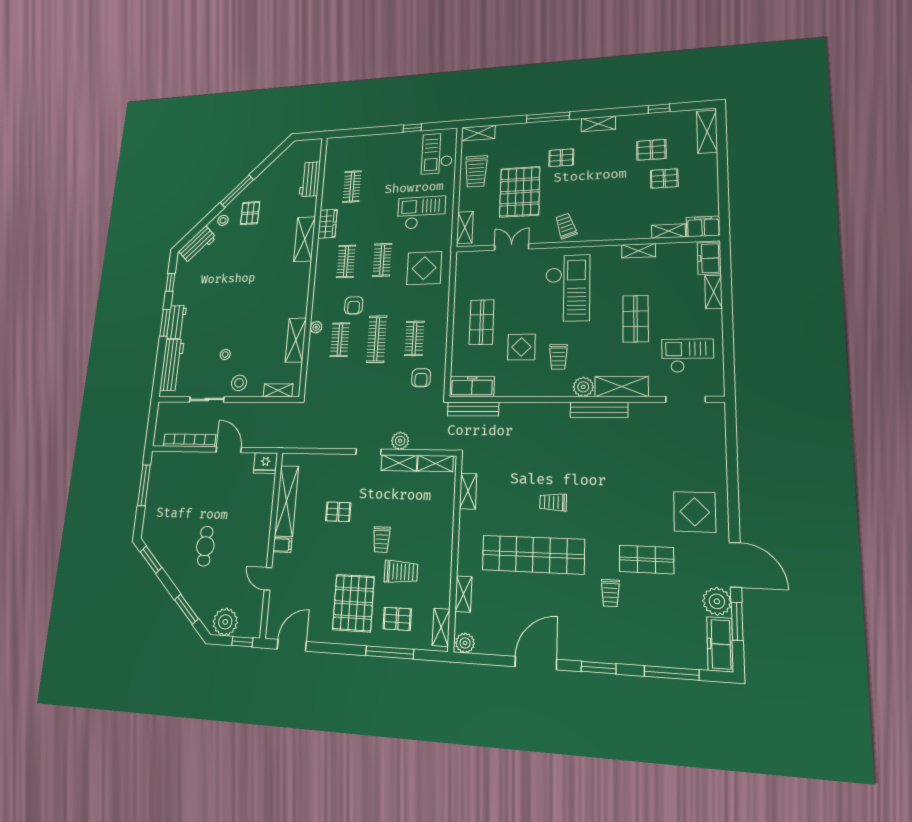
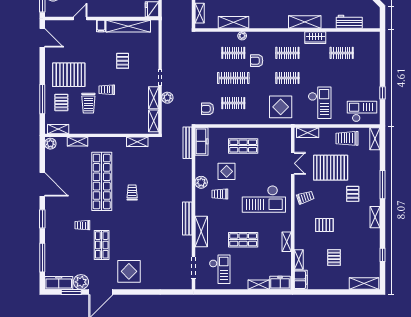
pallet: (651, 150) -> (324, 225), moved, turned 90
plant: (583, 387) -> (201, 182), moved

